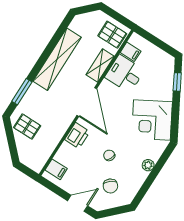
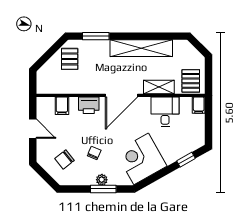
filing cabinet: (131, 52) -> (199, 105), moved
chair: (109, 155) -> (94, 153), moved
filing cabinet: (56, 169) -> (62, 106), moved
window: (157, 169) -> (103, 189), added
door: (78, 203) -> (33, 129), moved

